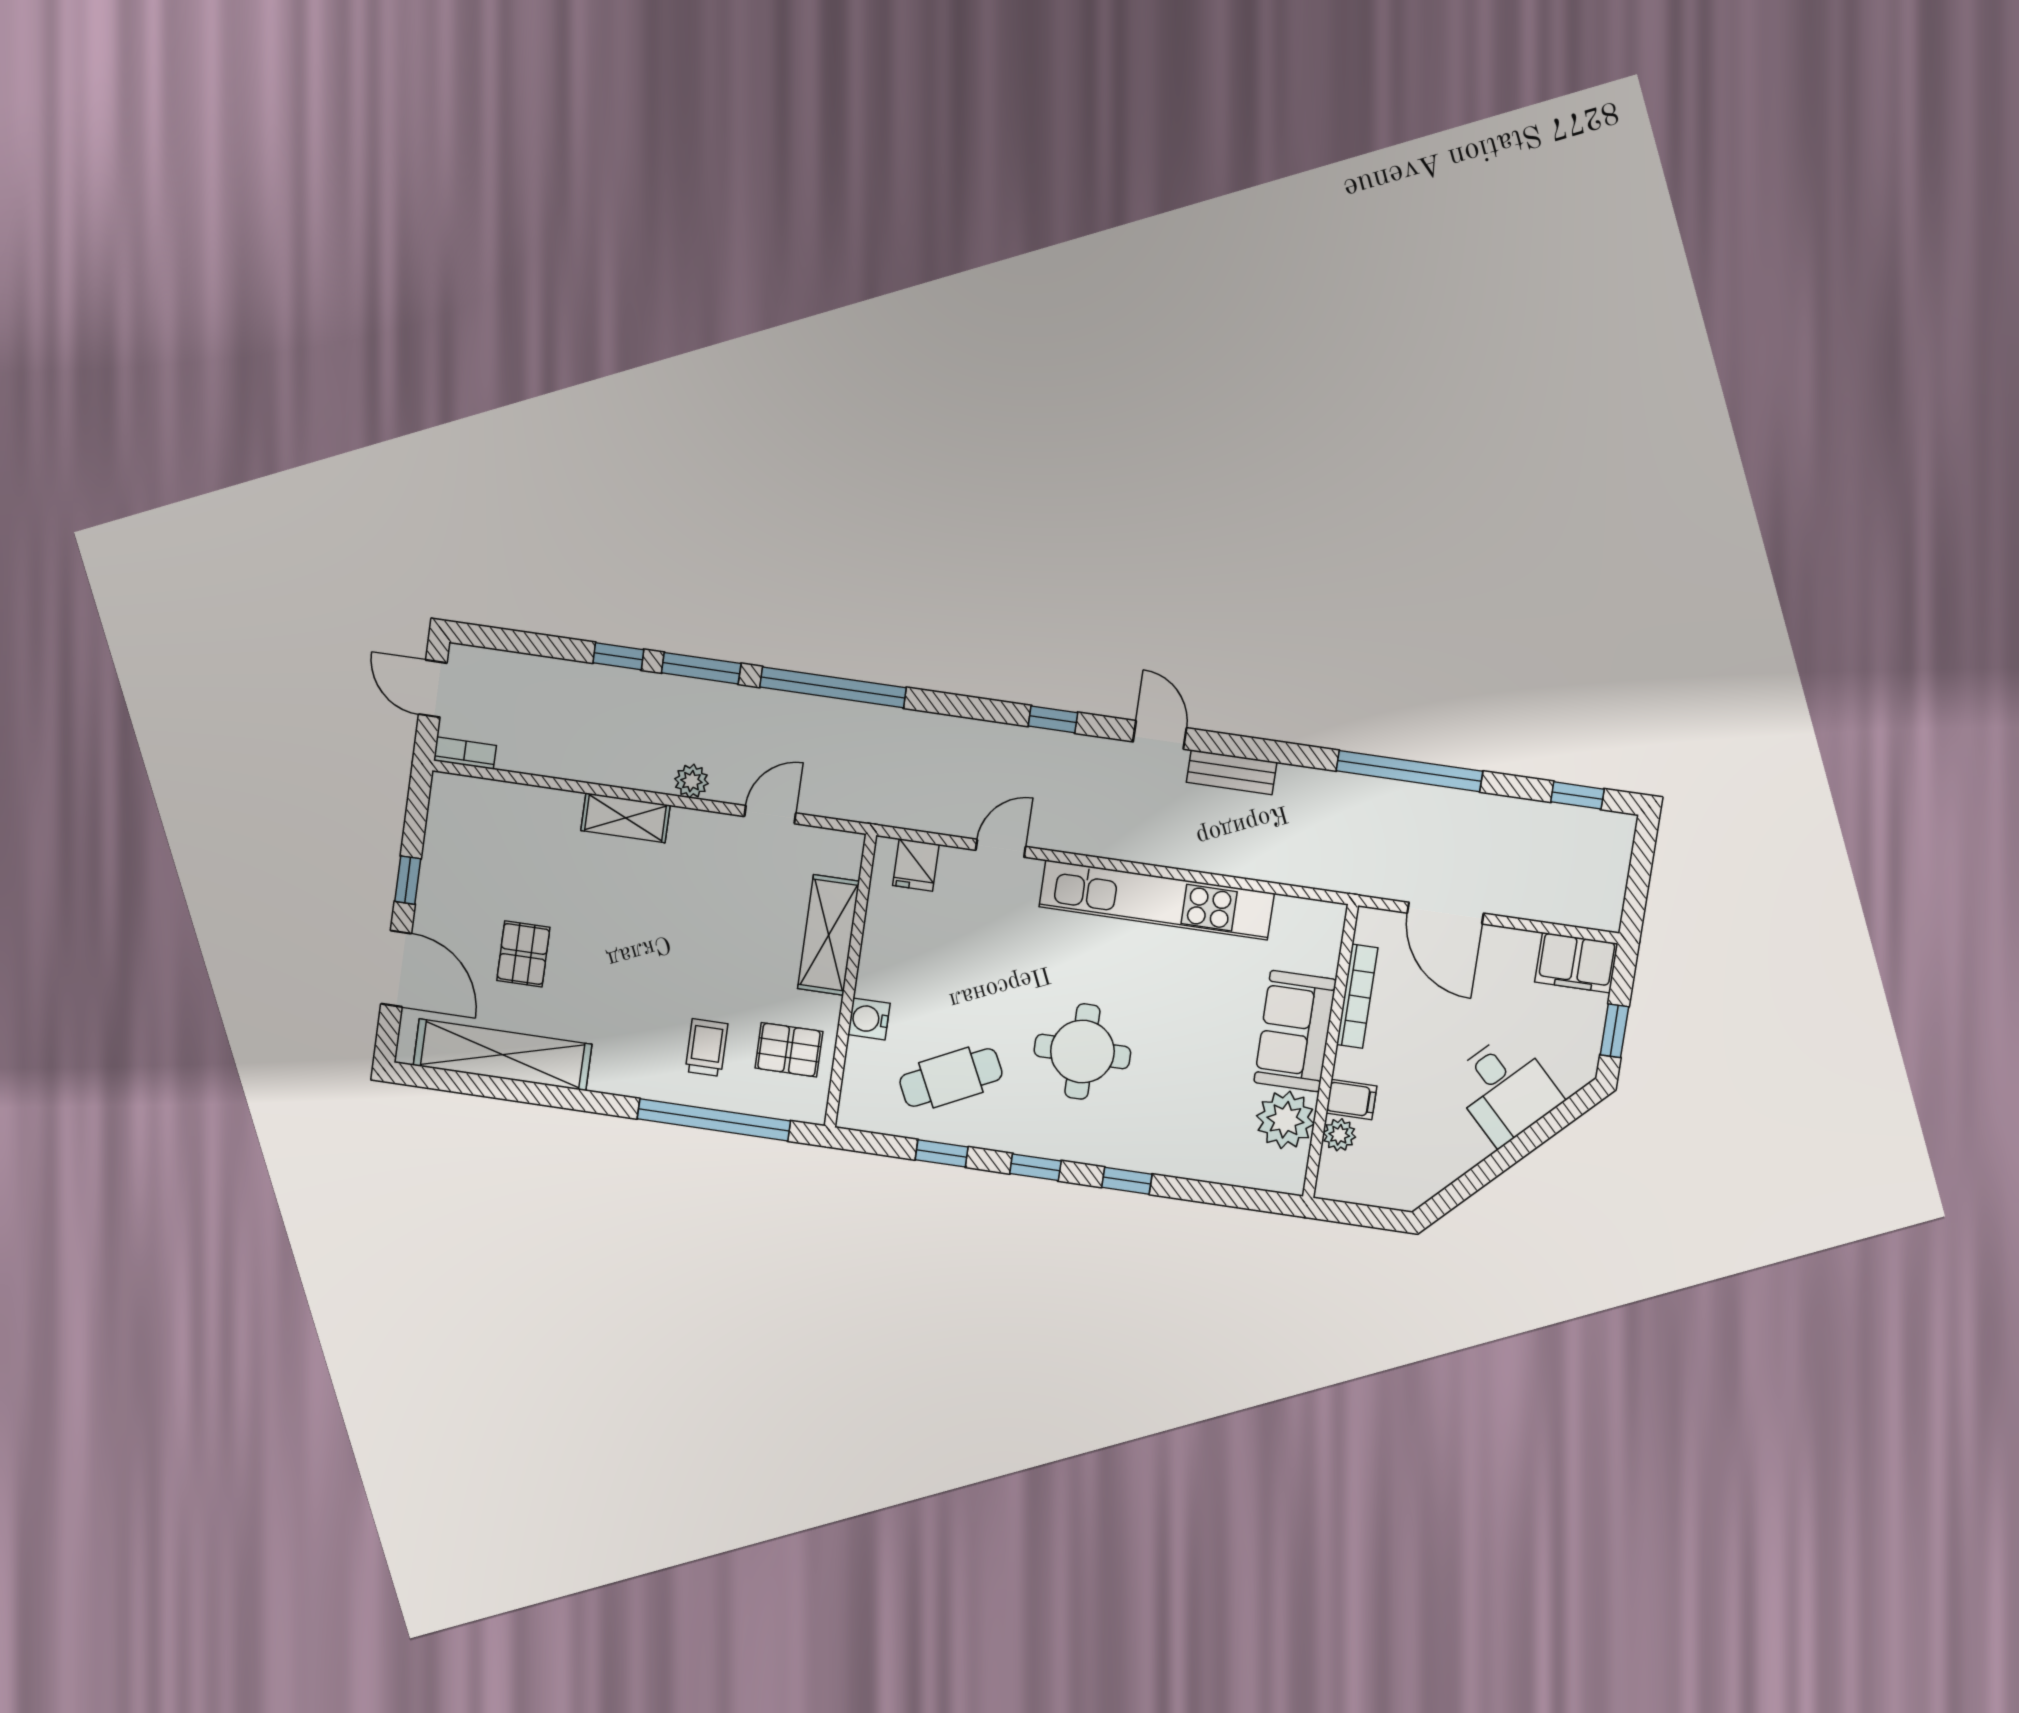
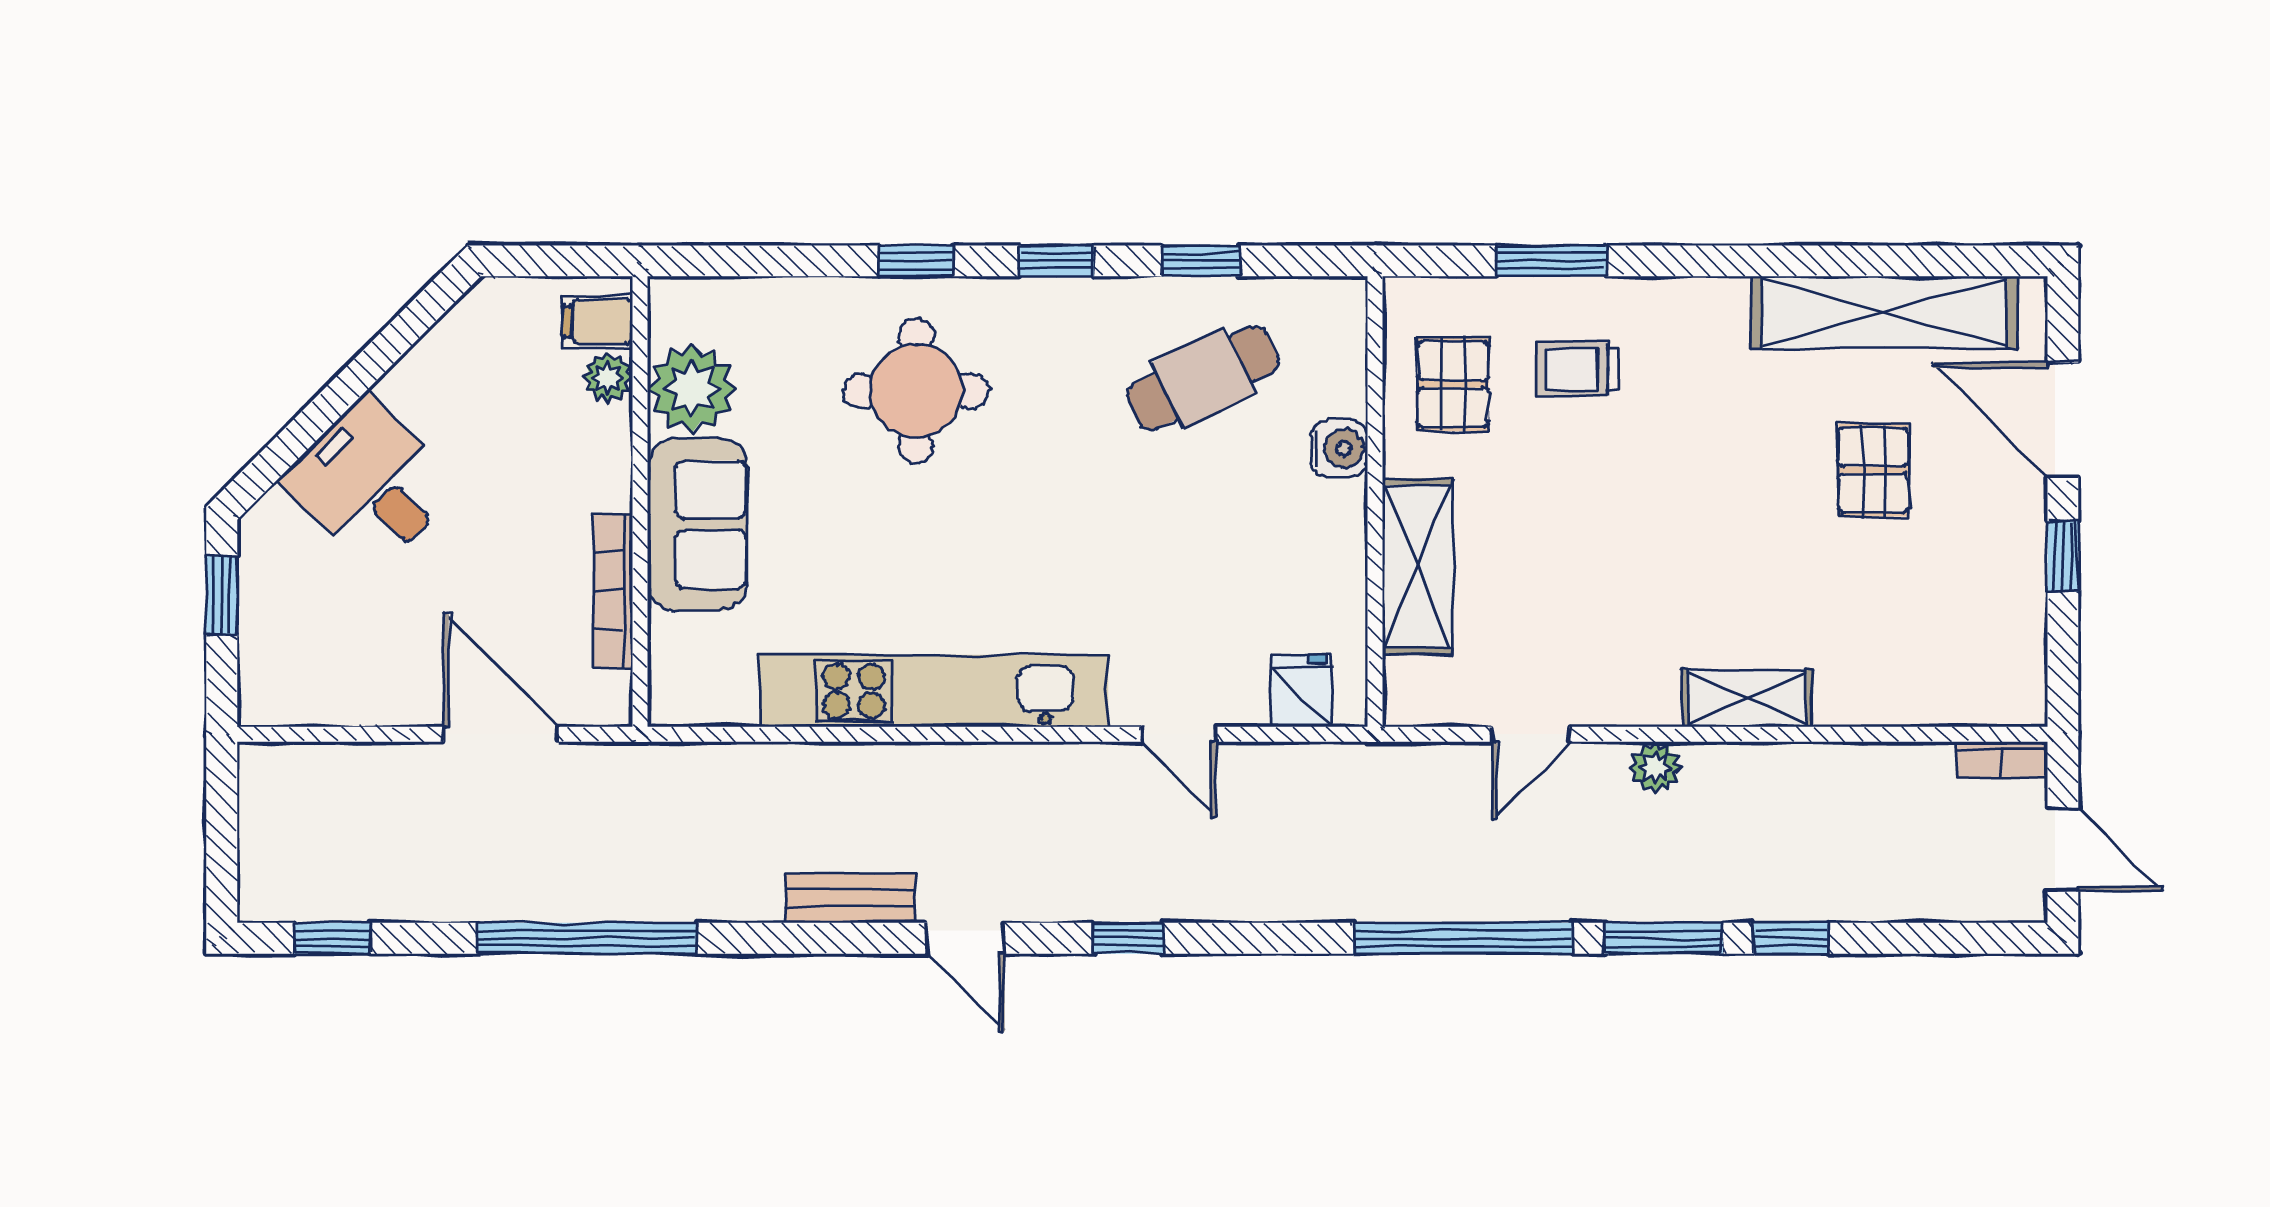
door: (1001, 848) -> (1178, 734), hinge flipped
filing cabinet: (1576, 963) -> (294, 689), removed
trolley: (706, 1048) -> (1578, 369), turned 90
pallet: (789, 1050) -> (1453, 384), turned 90
round table: (1082, 1052) -> (916, 391), moved
filing cabinet: (1351, 1099) -> (598, 322), moved
window: (714, 1120) -> (1552, 261), width x0.47

